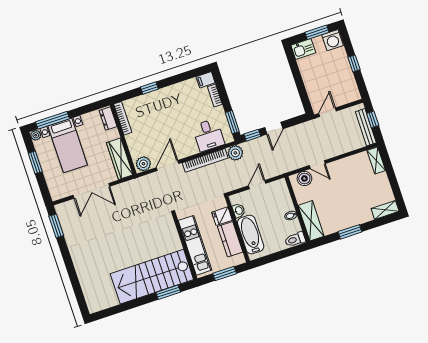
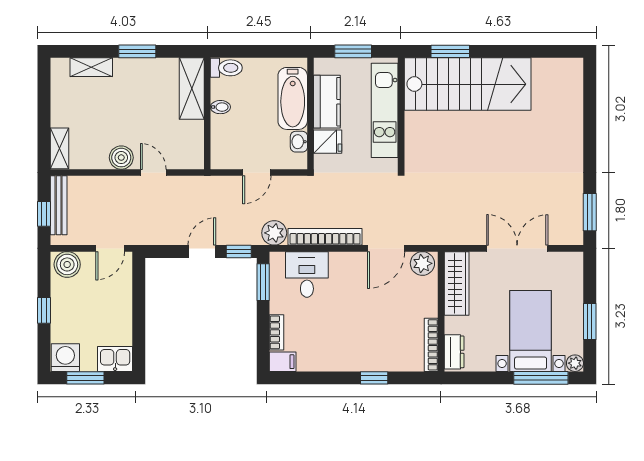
boiler: (349, 95) -> (67, 264), added
boiler: (304, 178) -> (121, 158), moved
shelving: (385, 210) -> (91, 67), moved

